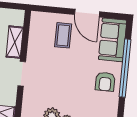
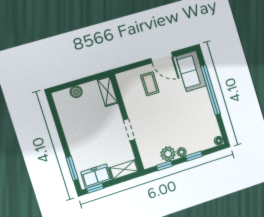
shelving: (15, 42) -> (108, 91), moved
armchair: (105, 82) -> (199, 108), removed

